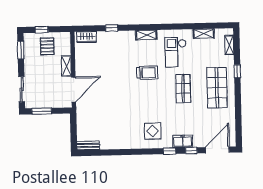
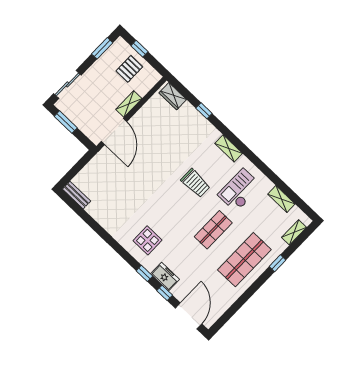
door: (74, 90) -> (114, 132), hinge flipped
door: (217, 150) -> (189, 316), hinge flipped

